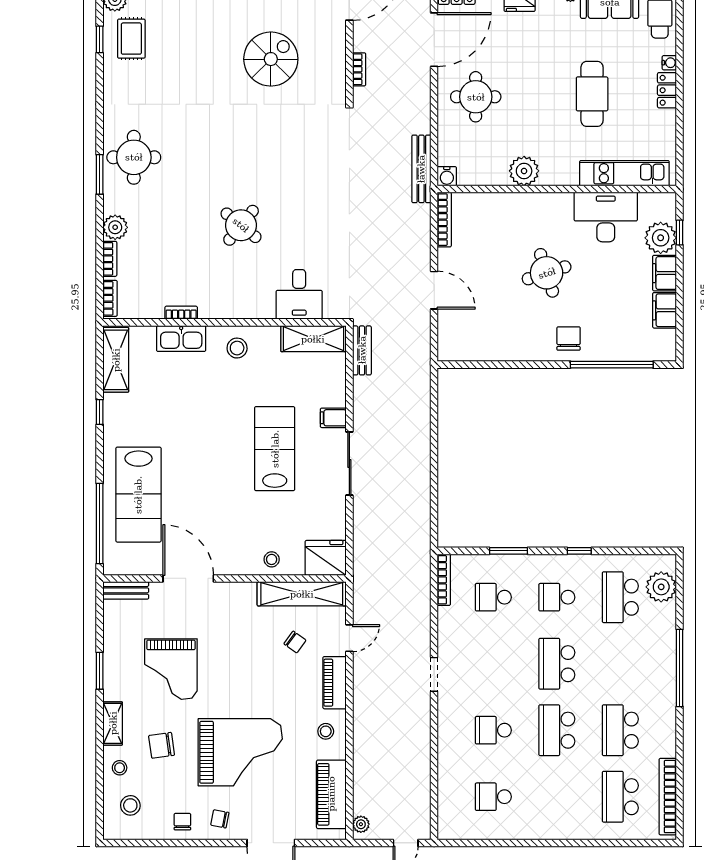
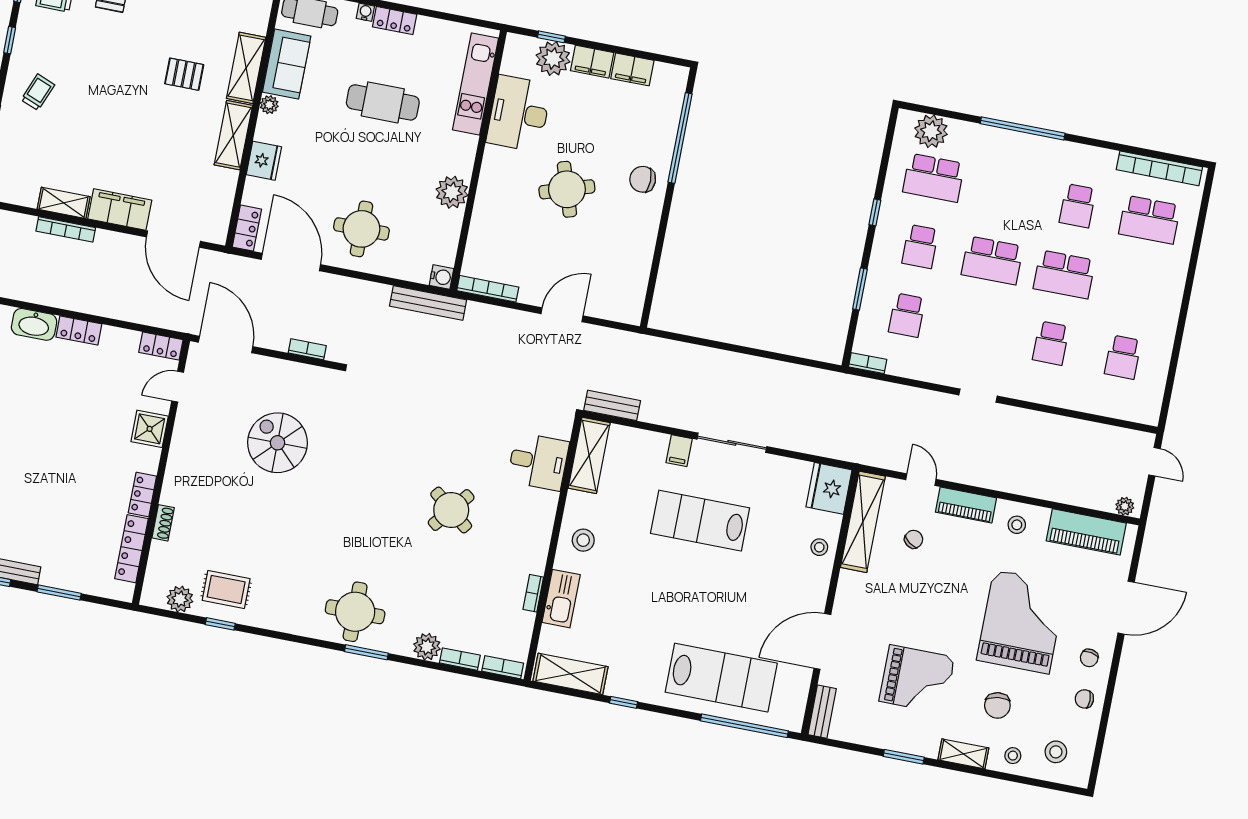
bookcase: (444, 580) -> (868, 363), width x0.64
school desk: (620, 730) -> (1078, 206), width x0.54

